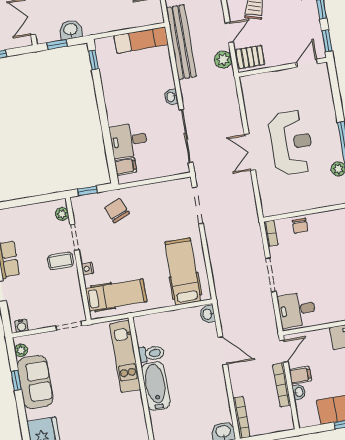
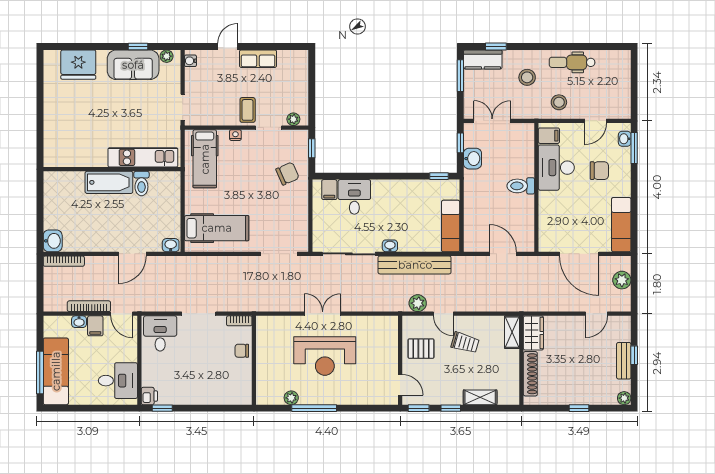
bench: (181, 42) -> (415, 265), moved
pallet: (250, 57) -> (421, 349), moved, turned 90

